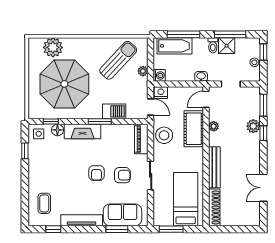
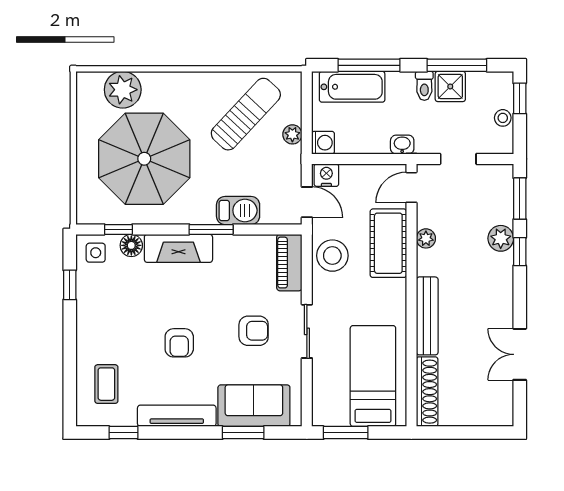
armchair: (97, 173) -> (179, 343), moved

